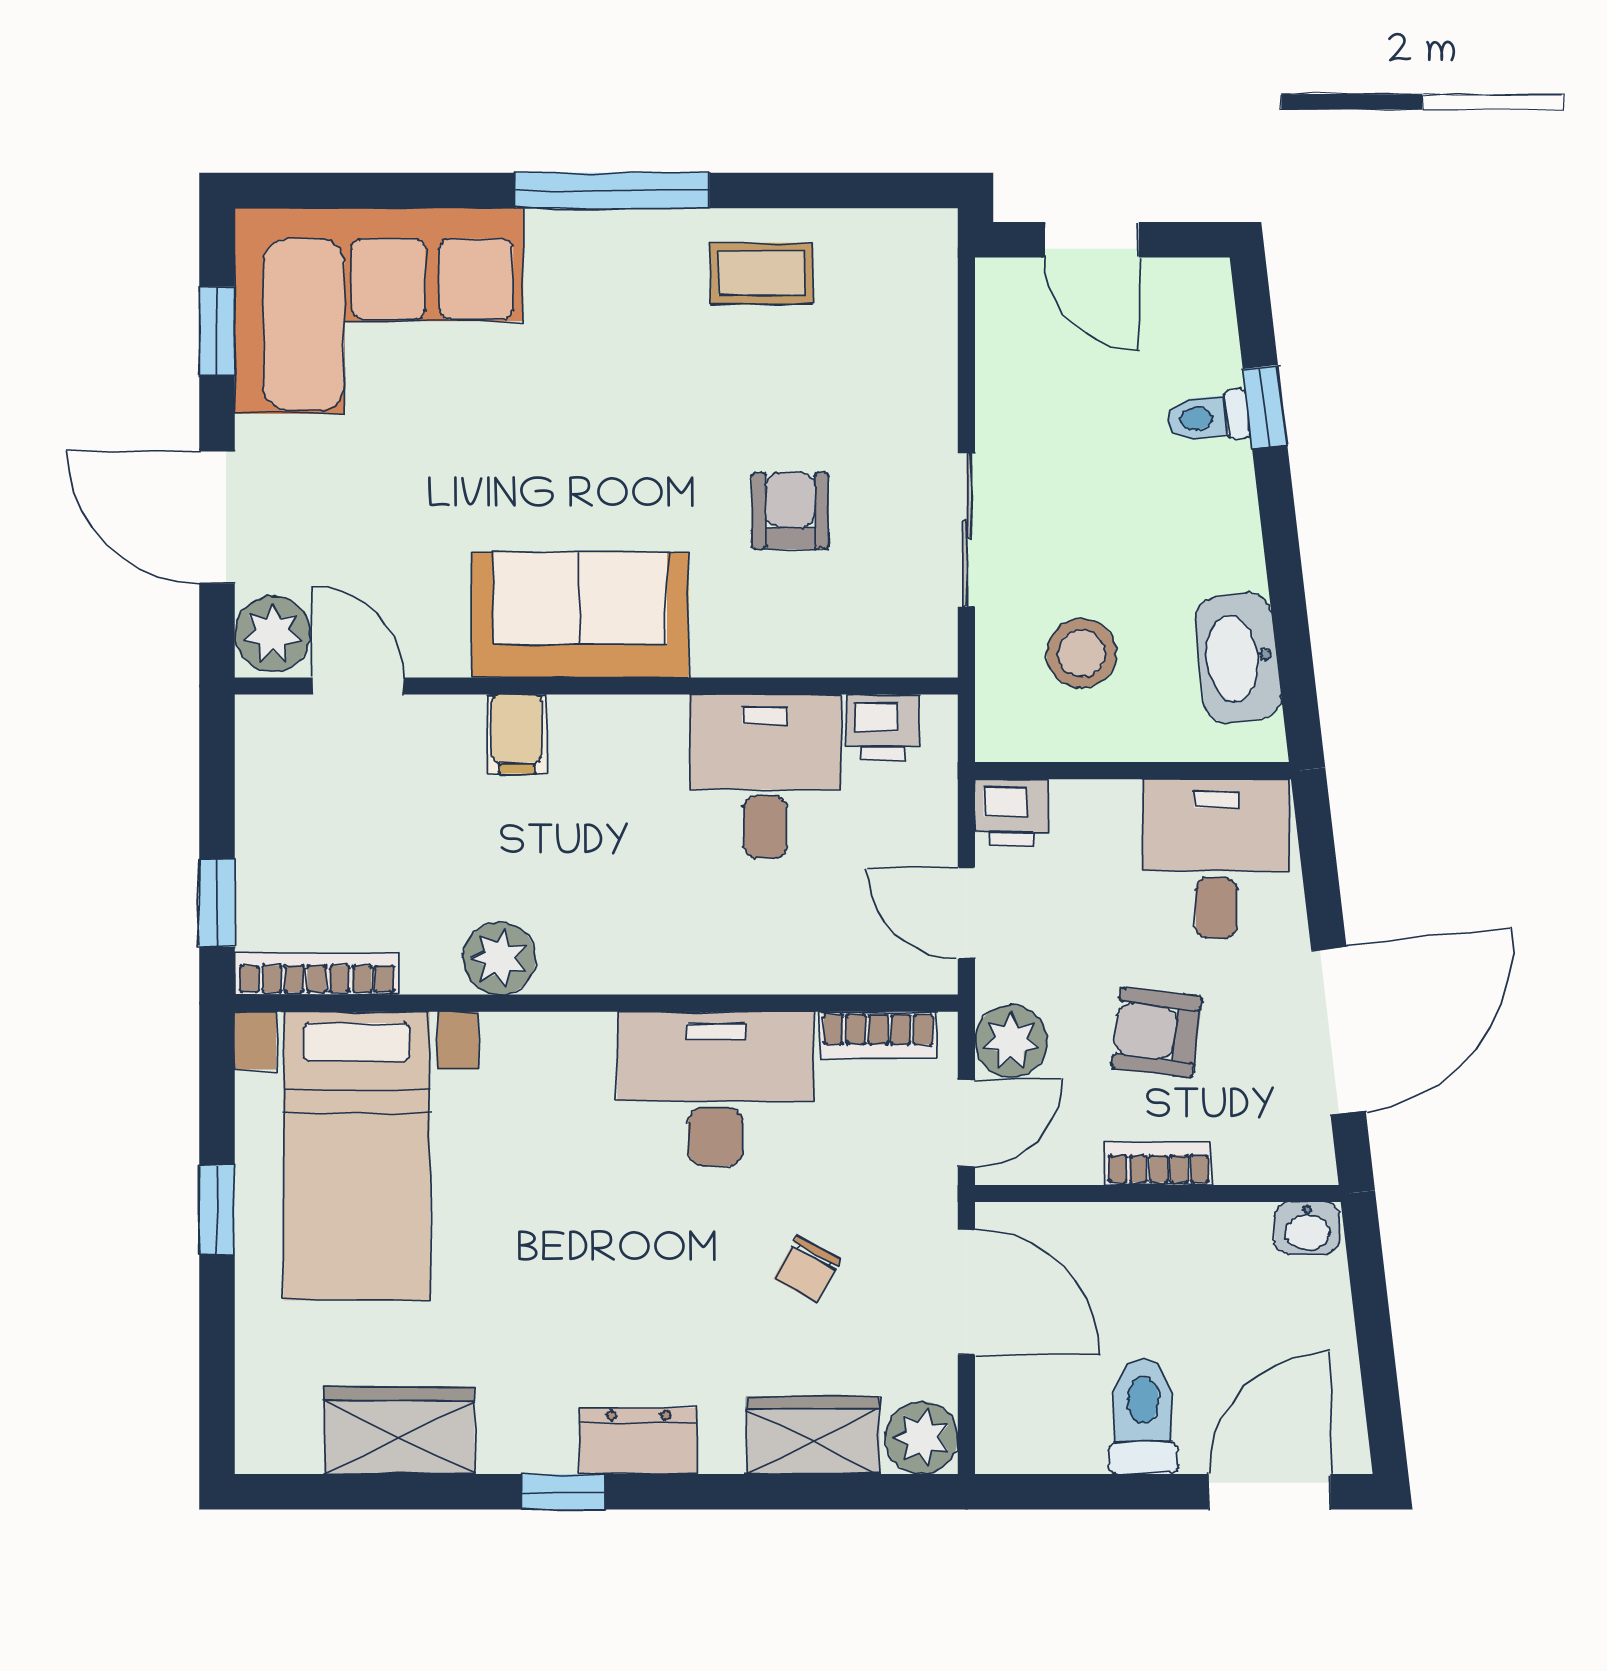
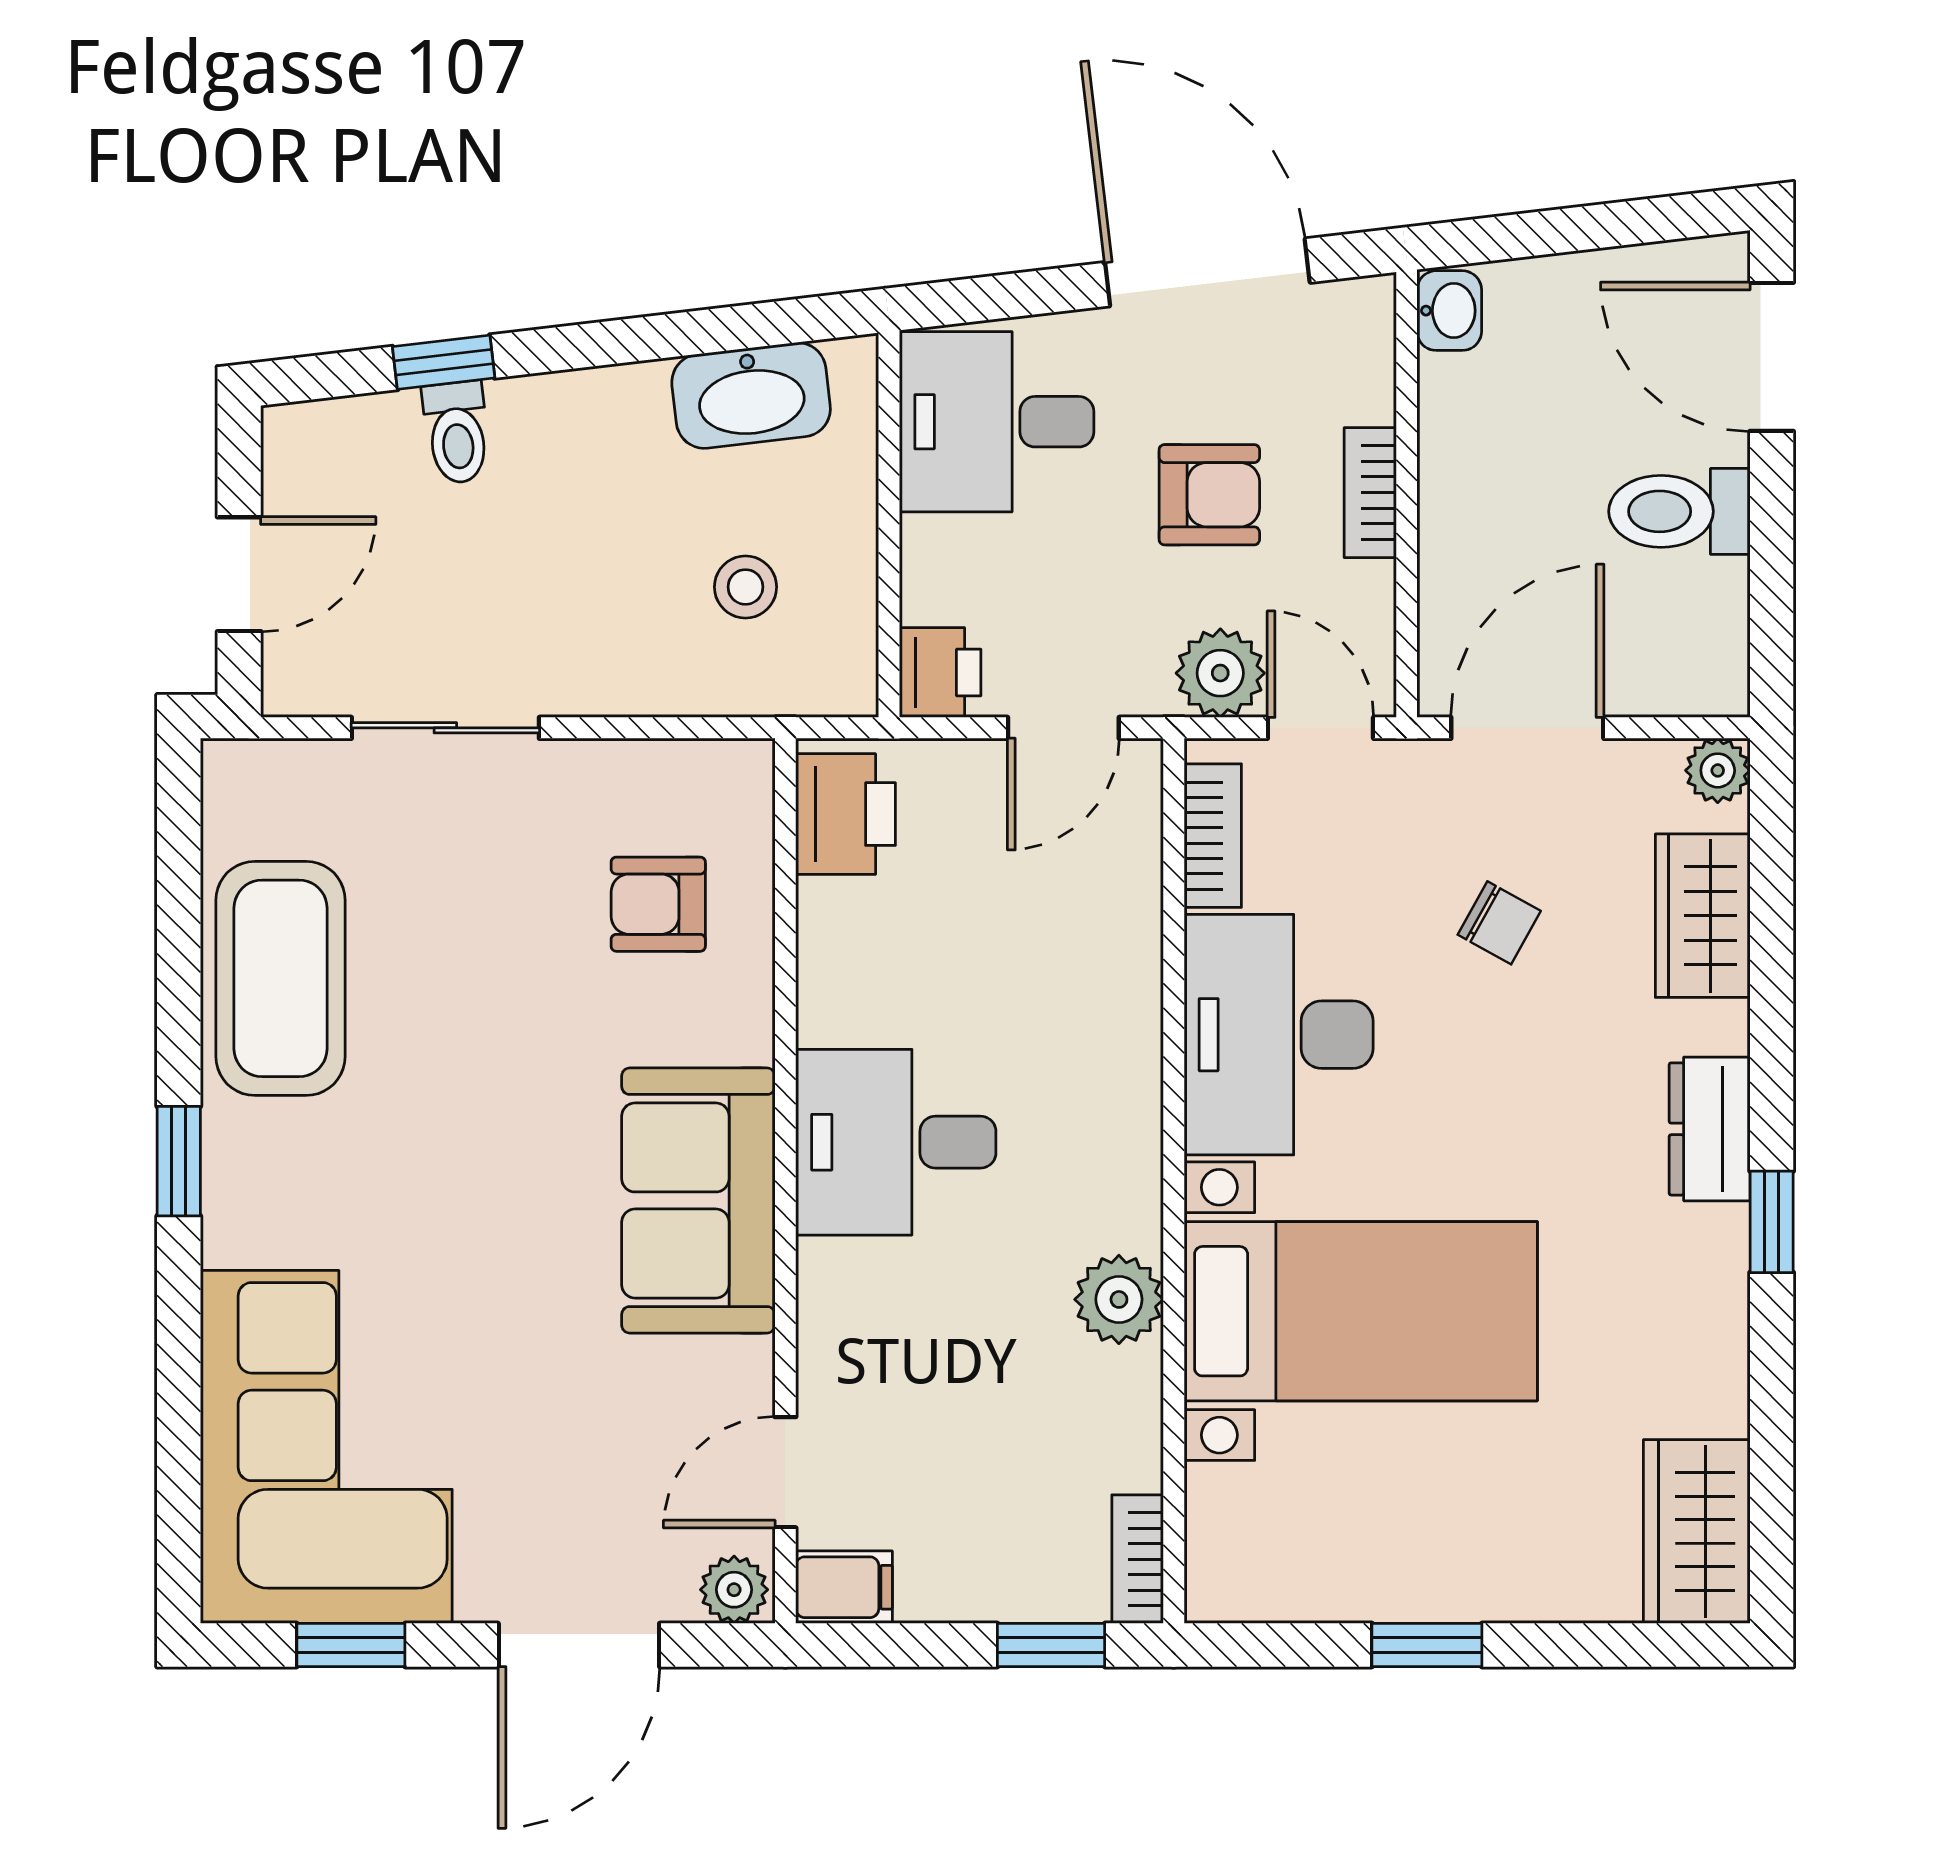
window: (612, 190) -> (179, 1161), width x0.46
coffee table: (762, 274) -> (281, 978), width x1.86, depth x1.72
armchair: (790, 511) -> (658, 904), moved
sliding door: (966, 530) -> (445, 728), moved
plant: (273, 634) -> (734, 1590), width x0.73, depth x0.73
stool: (1081, 653) -> (745, 587), width x0.73, depth x0.73
printer: (883, 727) -> (846, 814), width x1.36, depth x1.24
filing cabinet: (517, 734) -> (844, 1587), moved
desk: (765, 776) -> (896, 1142), moved
bookcase: (317, 974) -> (1138, 1559), width x0.64
armchair: (1157, 1032) -> (1209, 495), turned -97
bed with nightstands: (357, 1156) -> (1361, 1311), moved
wardrobe: (399, 1430) -> (1697, 1531), moved
plant: (922, 1438) -> (1718, 770), width x0.73, depth x0.73

